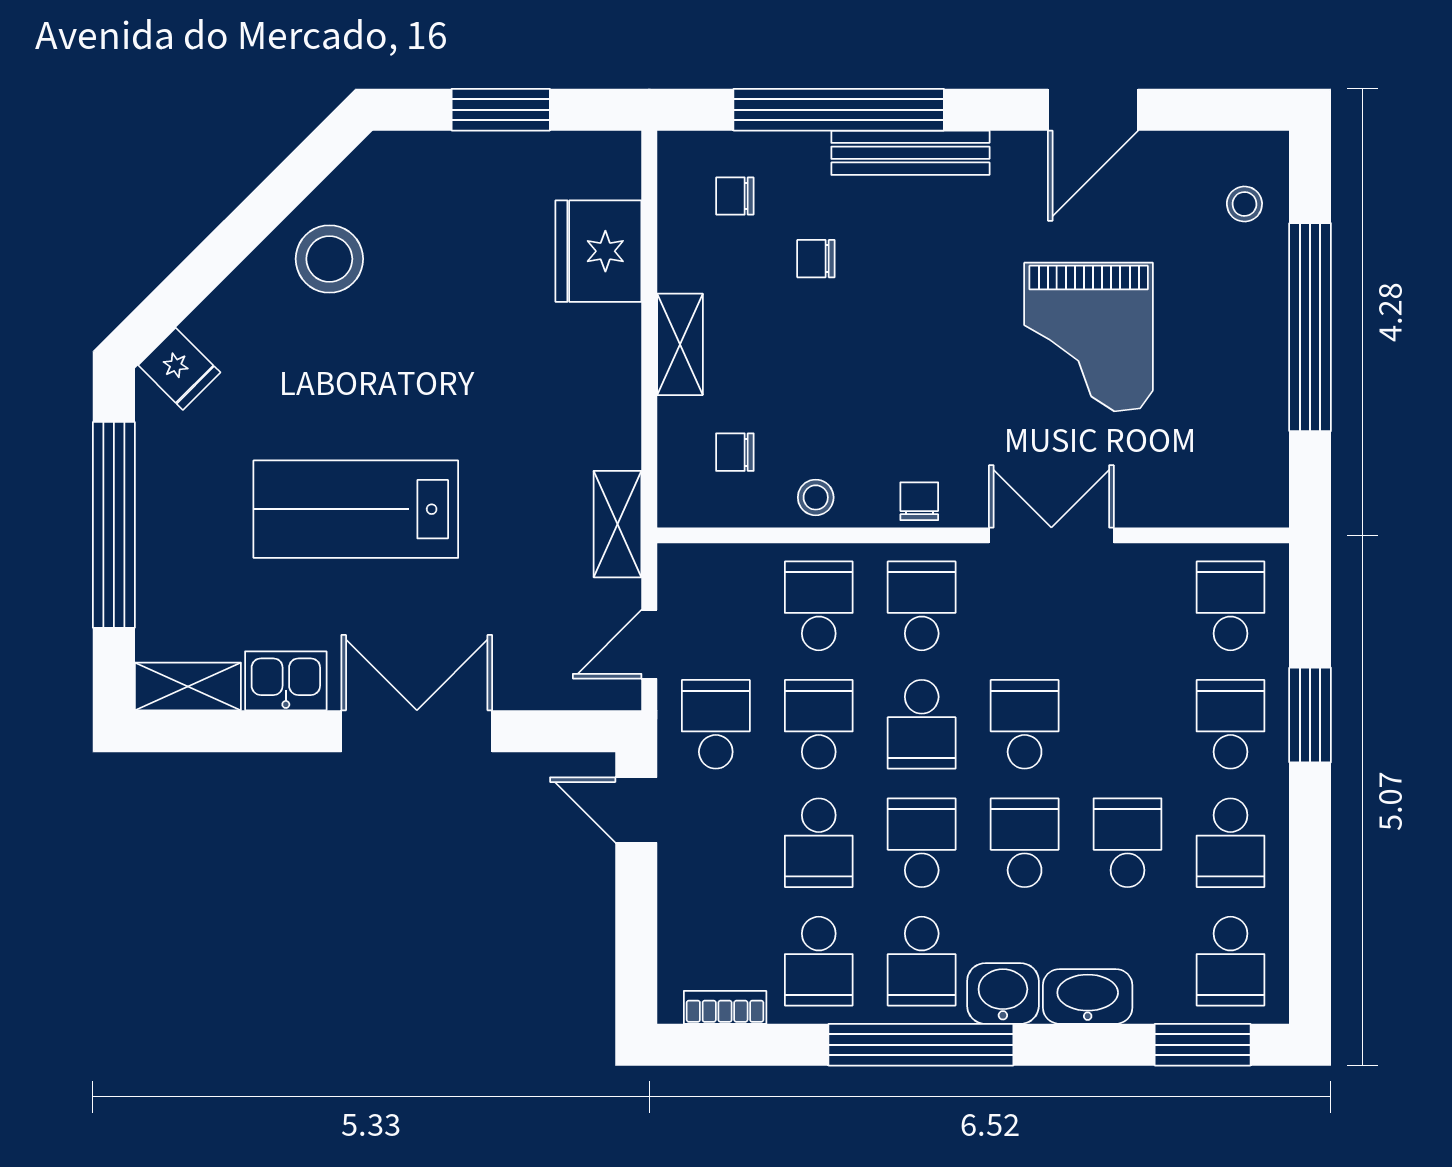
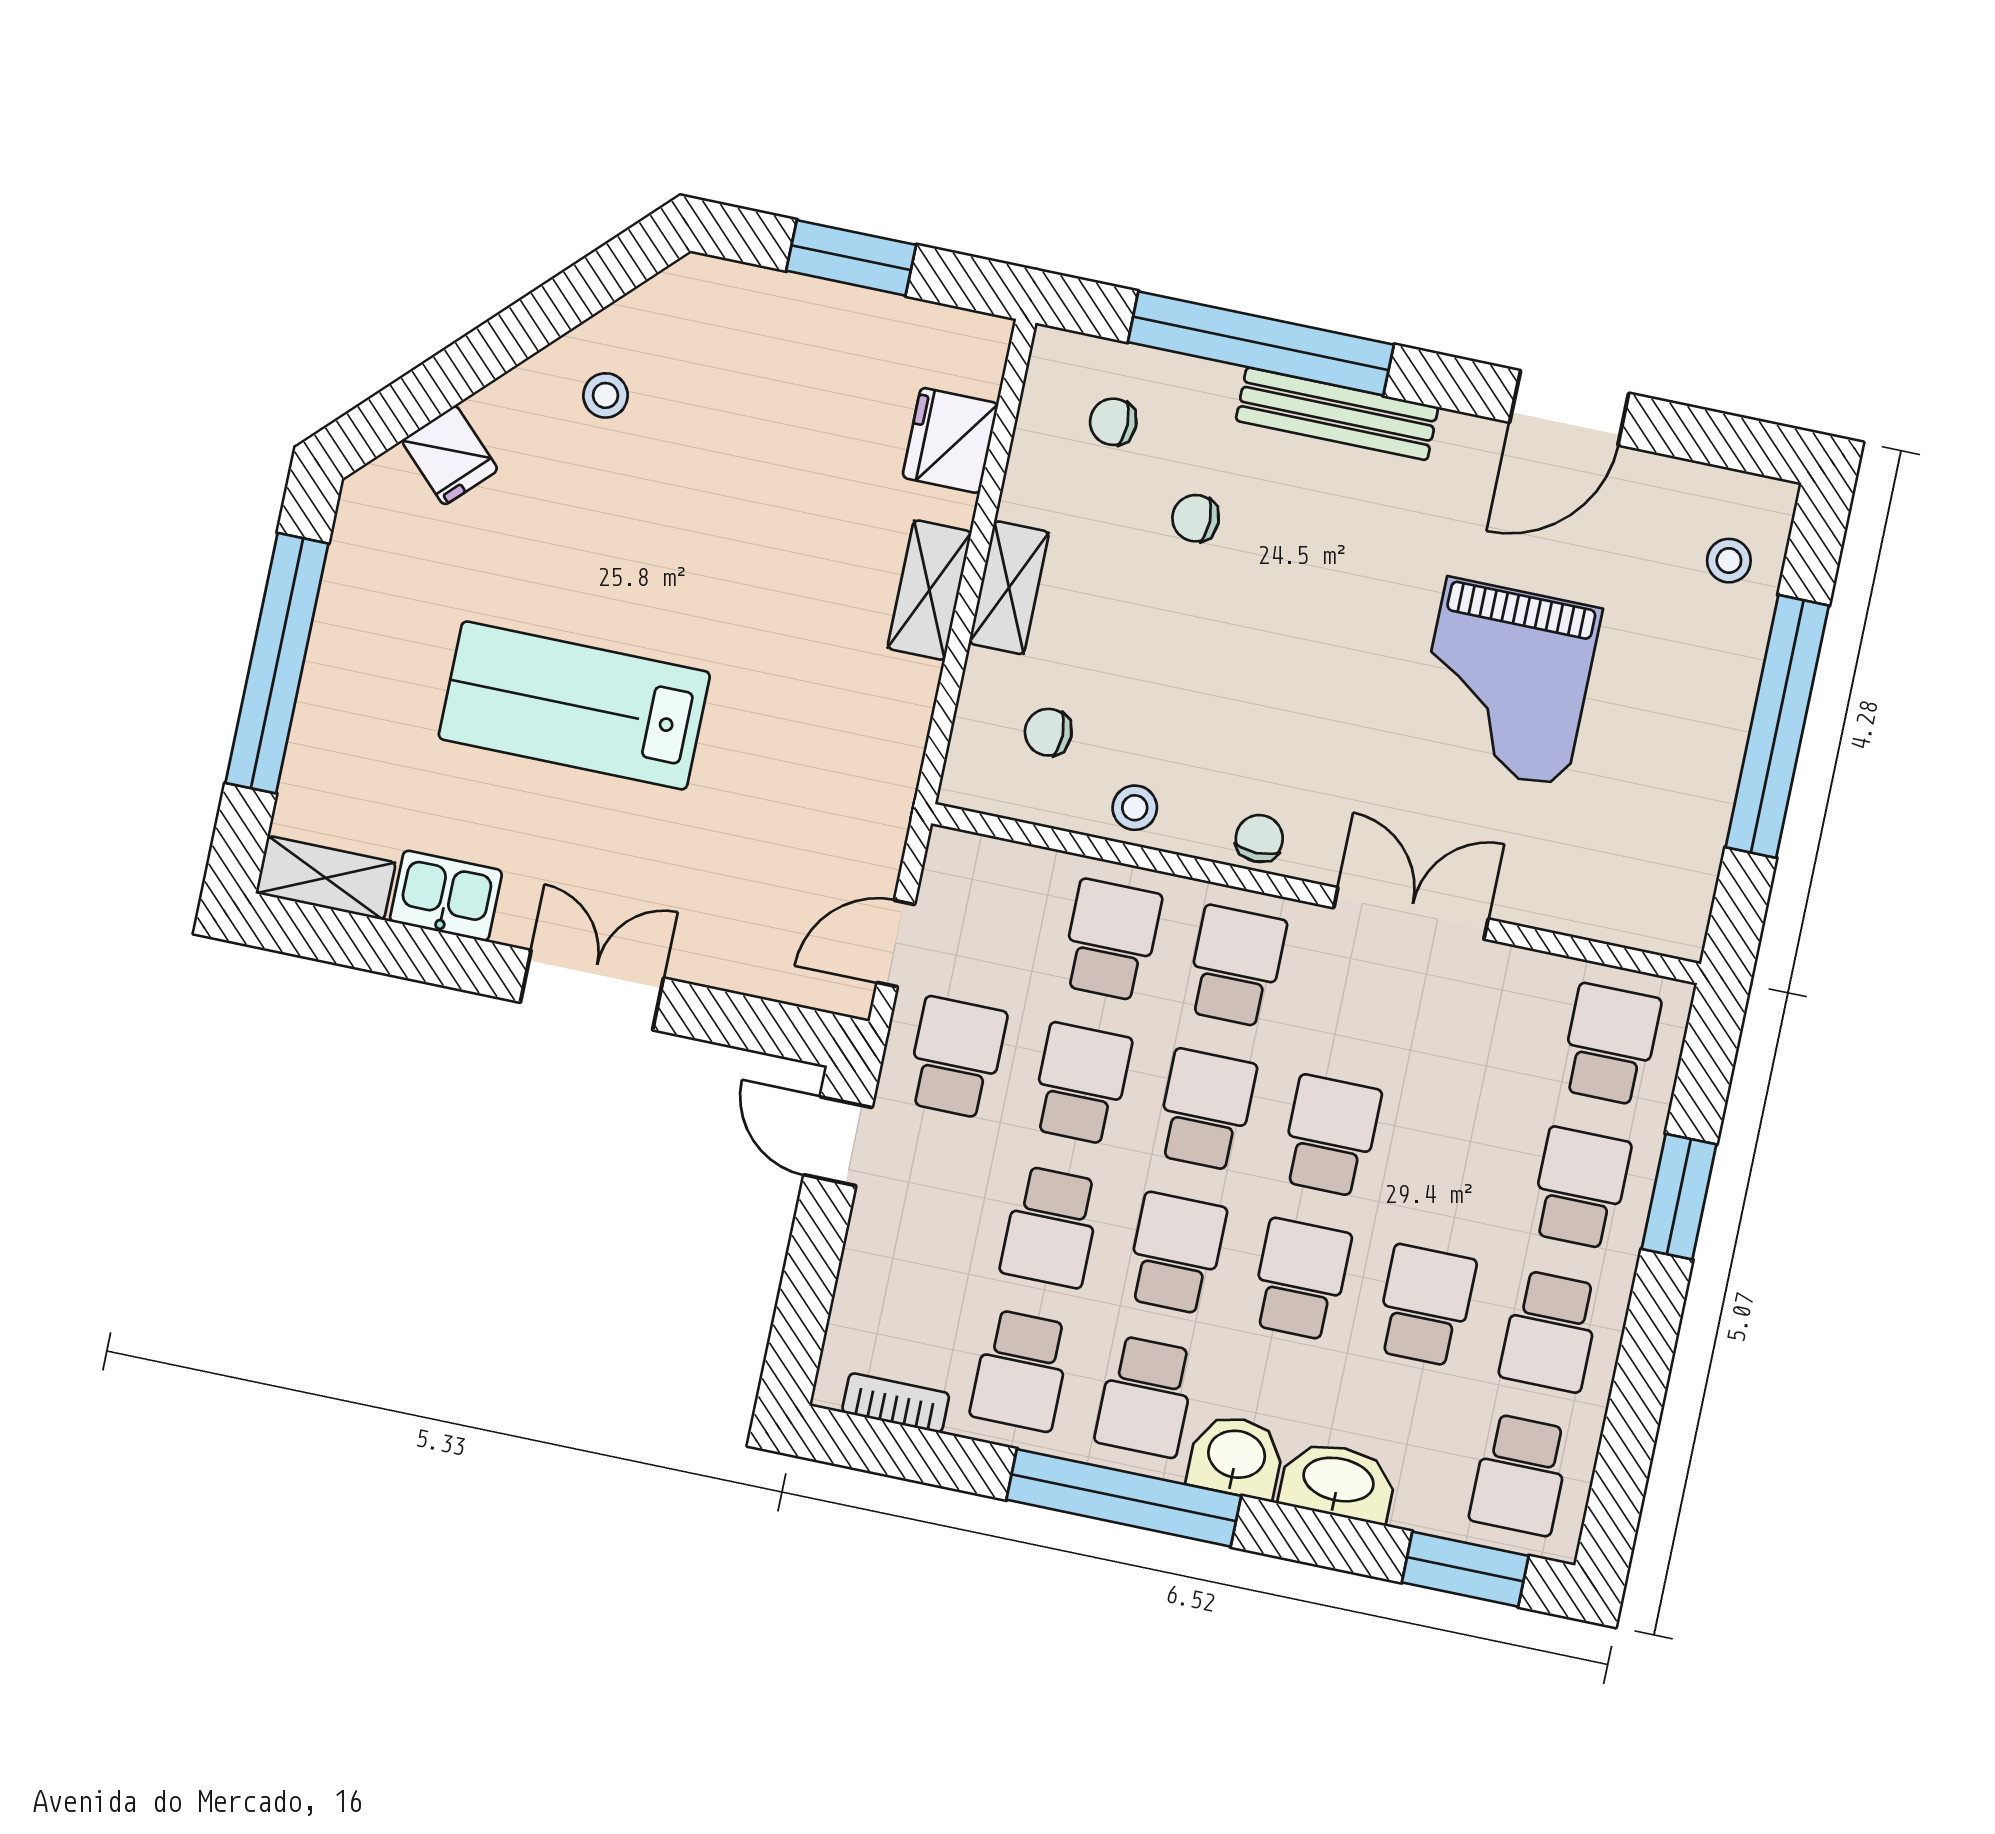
fridge: (598, 251) -> (950, 440), width x0.73, depth x0.75
stool: (329, 259) -> (606, 395), width x0.53, depth x0.53
fridge: (179, 369) -> (450, 455), moved
shelving: (617, 524) -> (929, 590), moved
school desk: (922, 724) -> (1206, 1110), turned 180
double door: (417, 731) -> (592, 990), width x0.73

